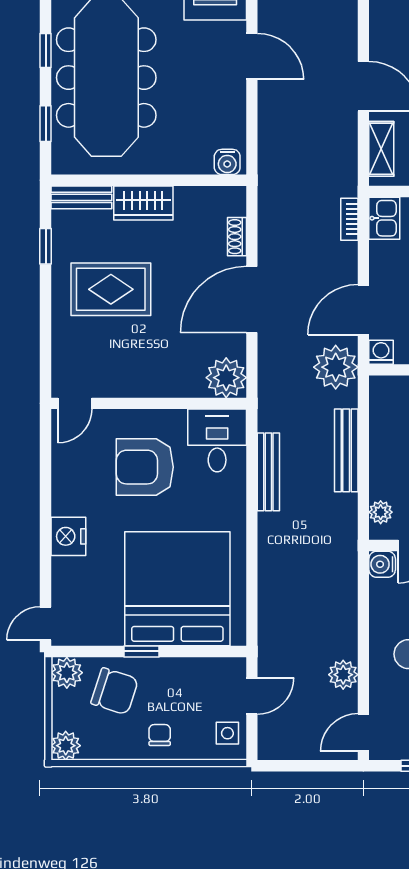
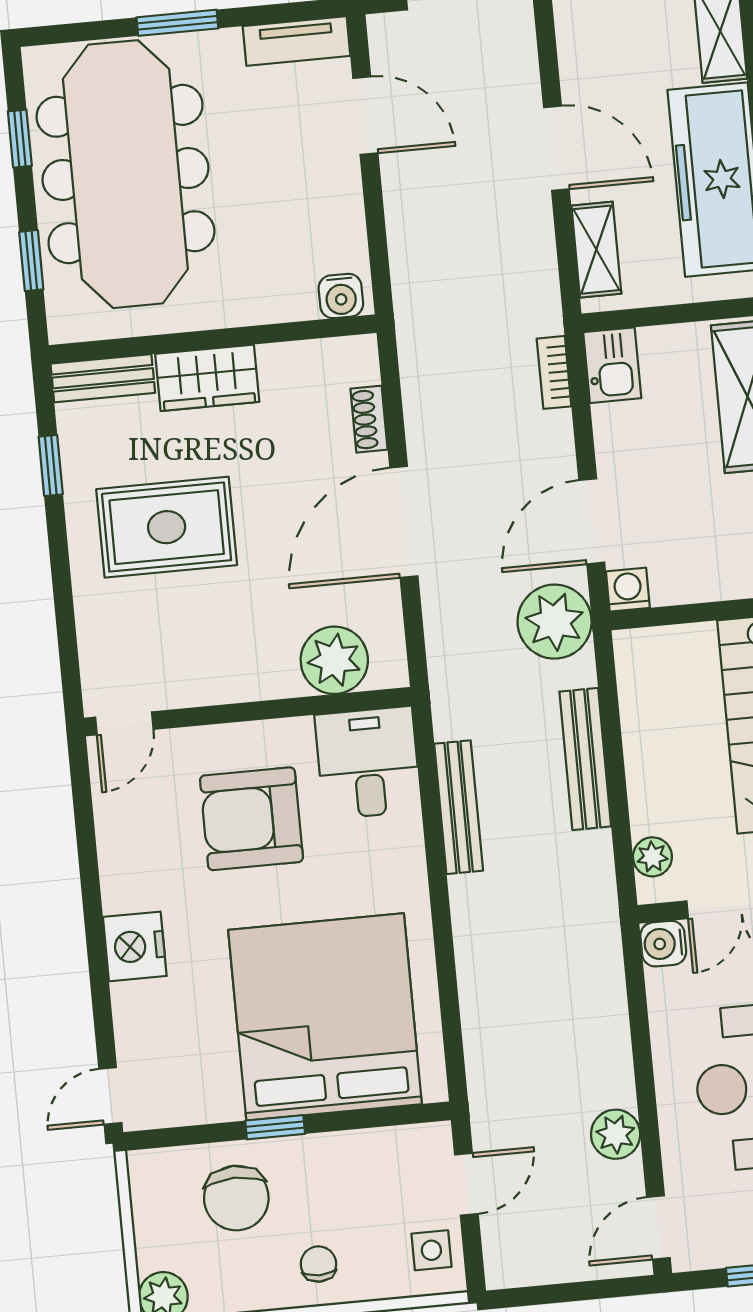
plant: (226, 378) -> (334, 660), moved
plant: (67, 673) -> (154, 1175), removed
chair: (115, 691) -> (236, 1198), turned 71

